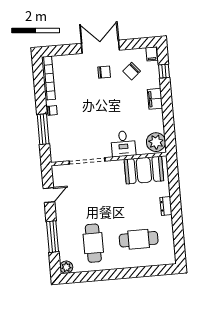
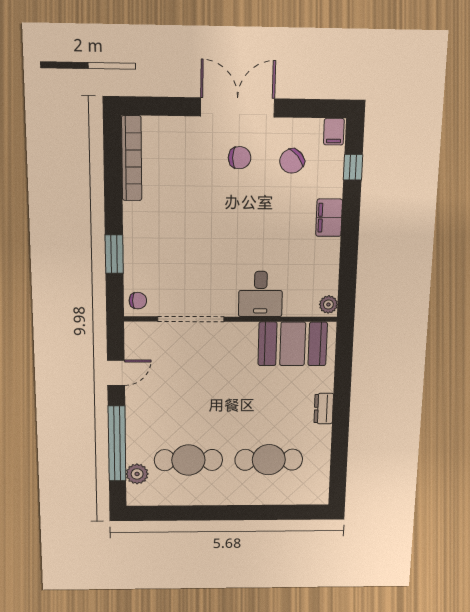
chair: (52, 110) -> (138, 301), moved
window: (43, 129) -> (114, 254), width x0.69
plant: (156, 142) -> (328, 305), width x0.53, depth x0.53
window: (53, 237) -> (117, 444), width x1.46
cafe table: (93, 243) -> (188, 460), turned 90
plant: (66, 267) -> (137, 474), moved

